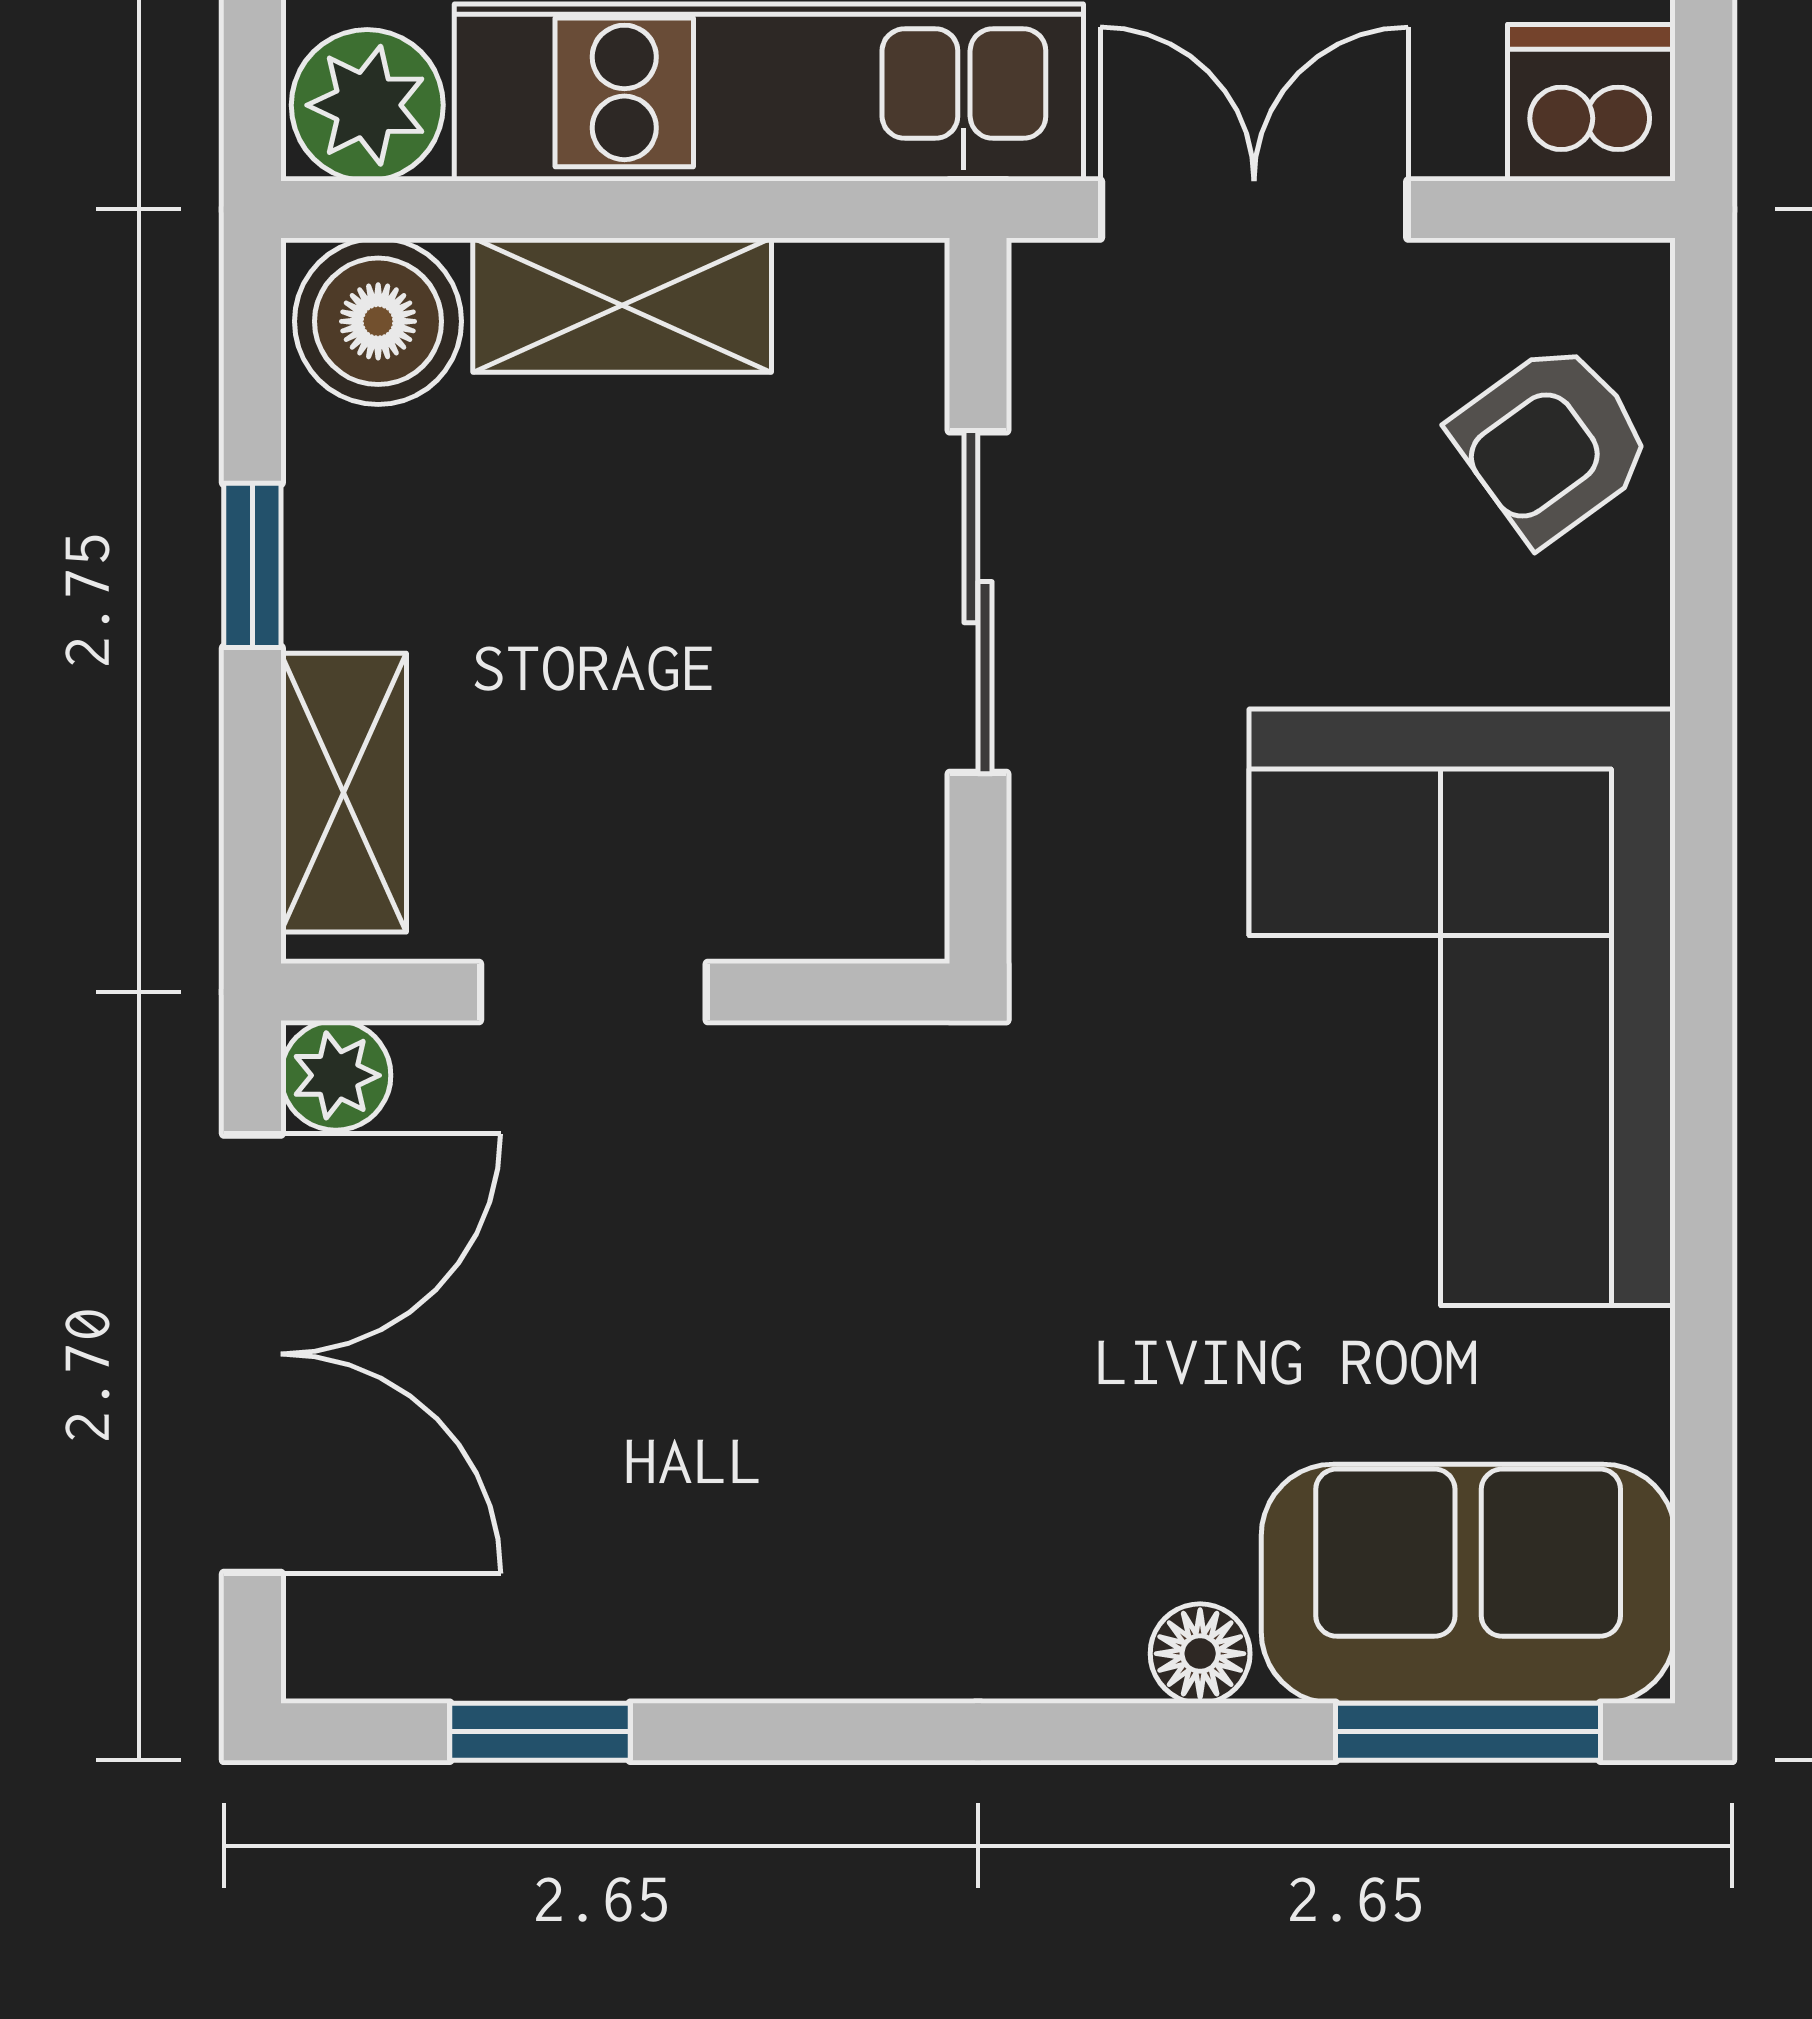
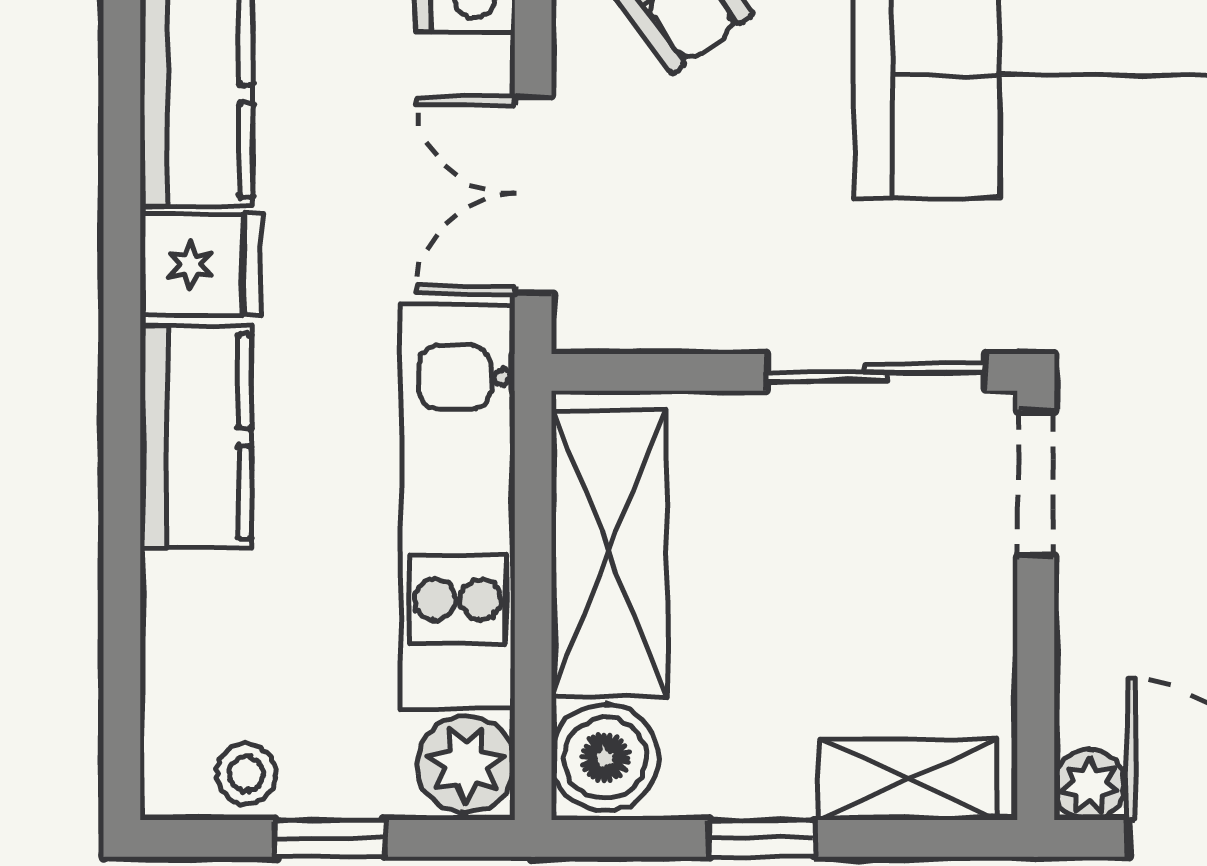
shelving: (622, 305) -> (609, 553), width x1.50, depth x1.33
sliding door: (978, 602) -> (876, 372), moved
doorway: (593, 992) -> (1036, 484), moved

